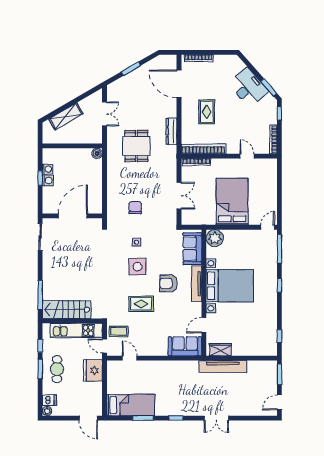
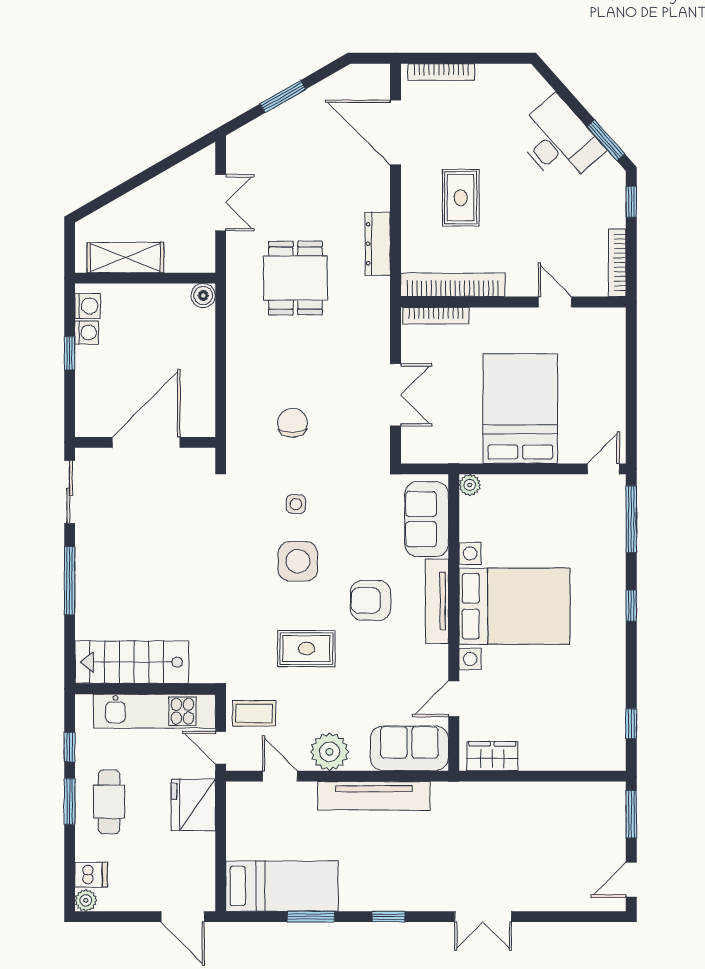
shelving: (66, 116) -> (125, 258), moved, turned 30
washing machine: (48, 180) -> (88, 306), moved
plant: (215, 238) -> (470, 485), width x0.53, depth x0.53
window: (40, 295) -> (70, 581), moved
plant: (151, 348) -> (329, 752), added
tv unit: (223, 367) -> (374, 796), moved

